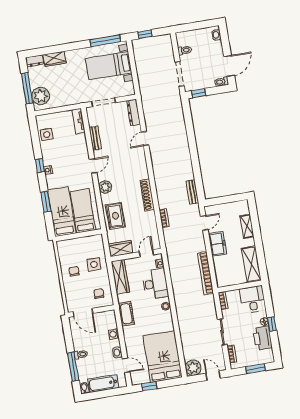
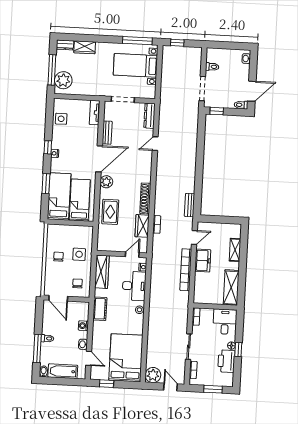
door: (93, 166) -> (99, 159), width x1.87
wardrobe: (121, 249) -> (142, 226), moved, turned -90
bookcase: (205, 273) -> (186, 270), moved

